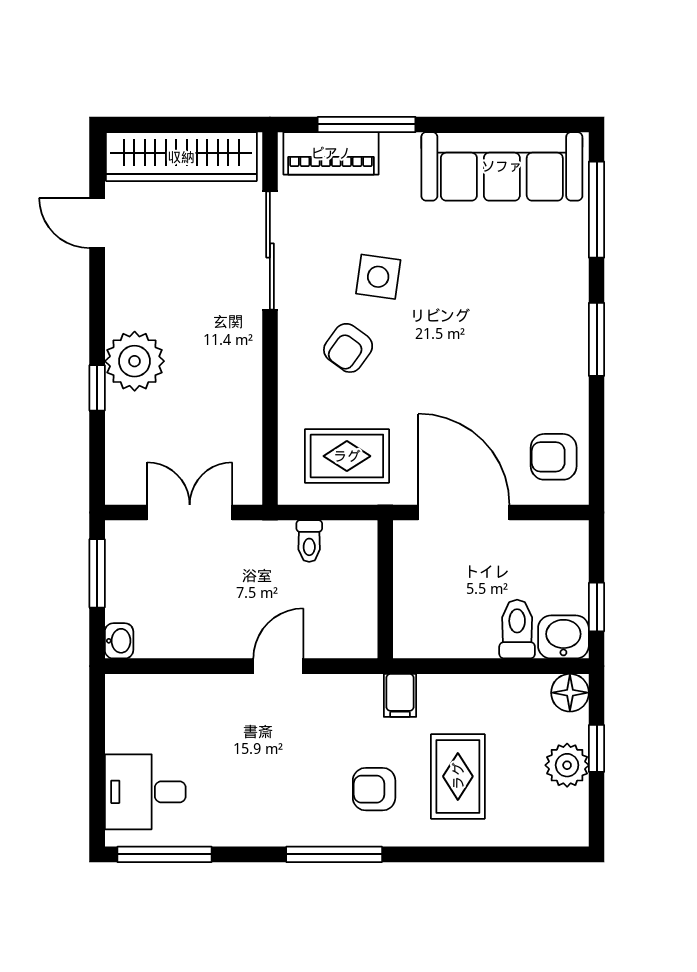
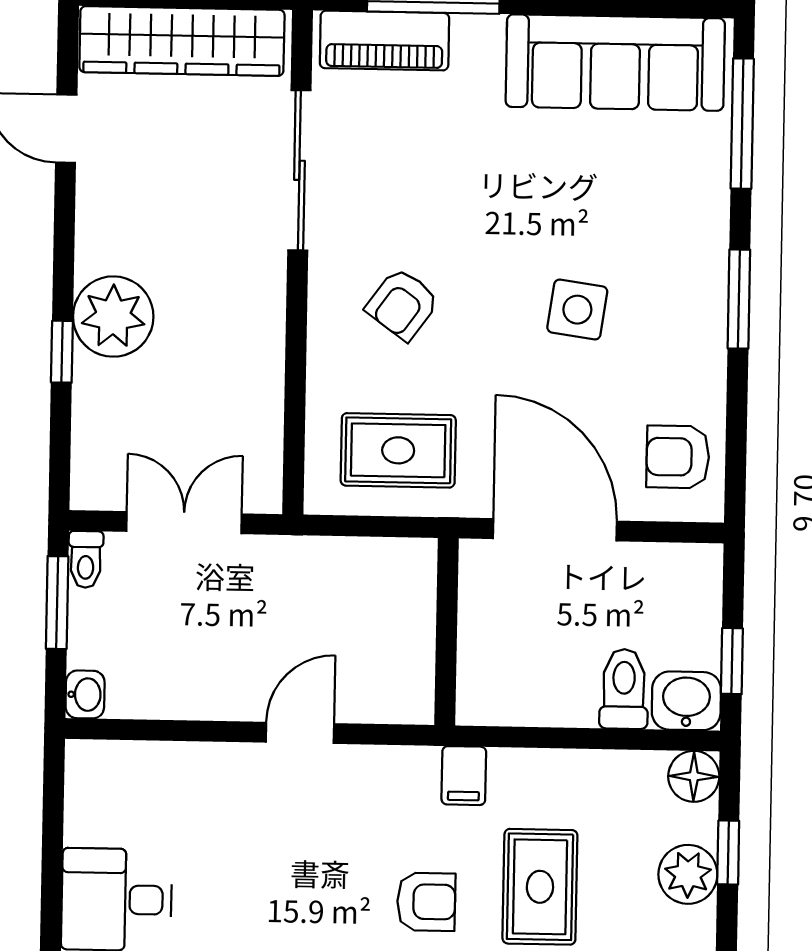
side table: (378, 277) -> (577, 310), moved
toilet: (309, 541) -> (86, 559), moved
armchair: (374, 789) -> (426, 902), turned 180

